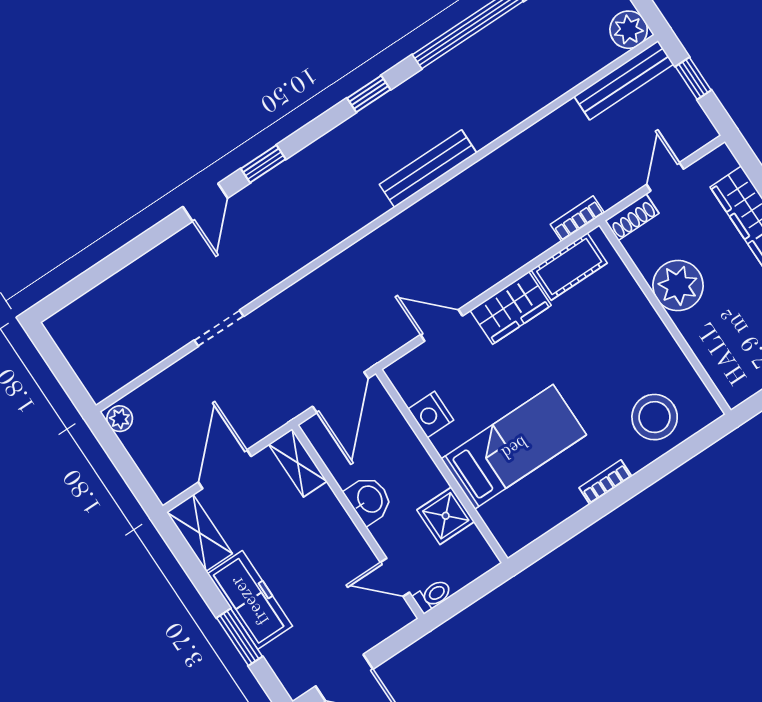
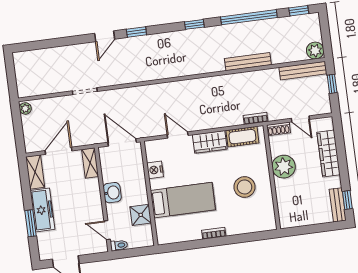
bench: (428, 169) -> (248, 62), moved
door: (665, 177) -> (300, 119), swing flipped
door: (340, 392) -> (122, 142), swing flipped
stool: (655, 417) -> (245, 187), moved

